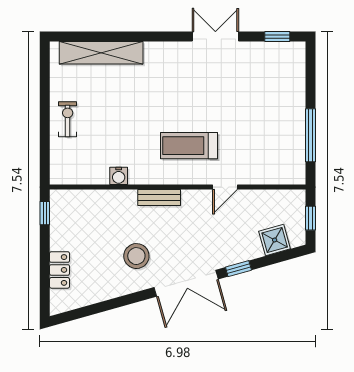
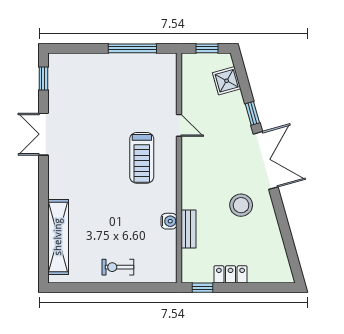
bench: (159, 198) -> (188, 229), moved
locker: (59, 270) -> (231, 274), moved

